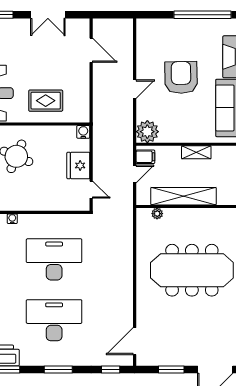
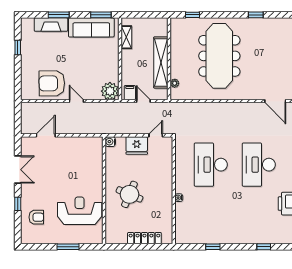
window: (202, 15) -> (18, 48), width x0.32
armchair: (181, 77) -> (52, 83), moved
rug: (46, 101) -> (86, 171), removed
shelving: (196, 152) -> (126, 37), moved

